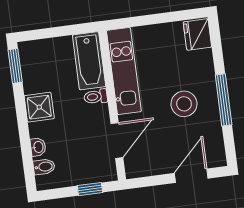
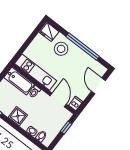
window: (224, 100) -> (83, 46), width x1.46
stool: (184, 104) -> (61, 49), moved
dishwasher: (136, 169) -> (76, 104), added

